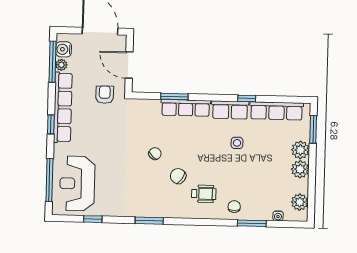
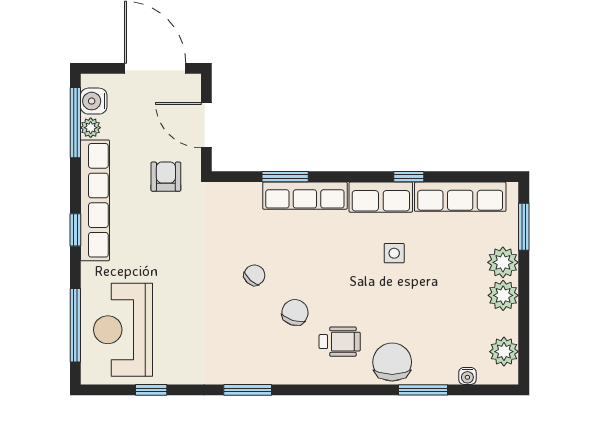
chair: (178, 176) -> (295, 312), turned 73
chair: (234, 207) -> (392, 362), width x1.87, depth x1.87

